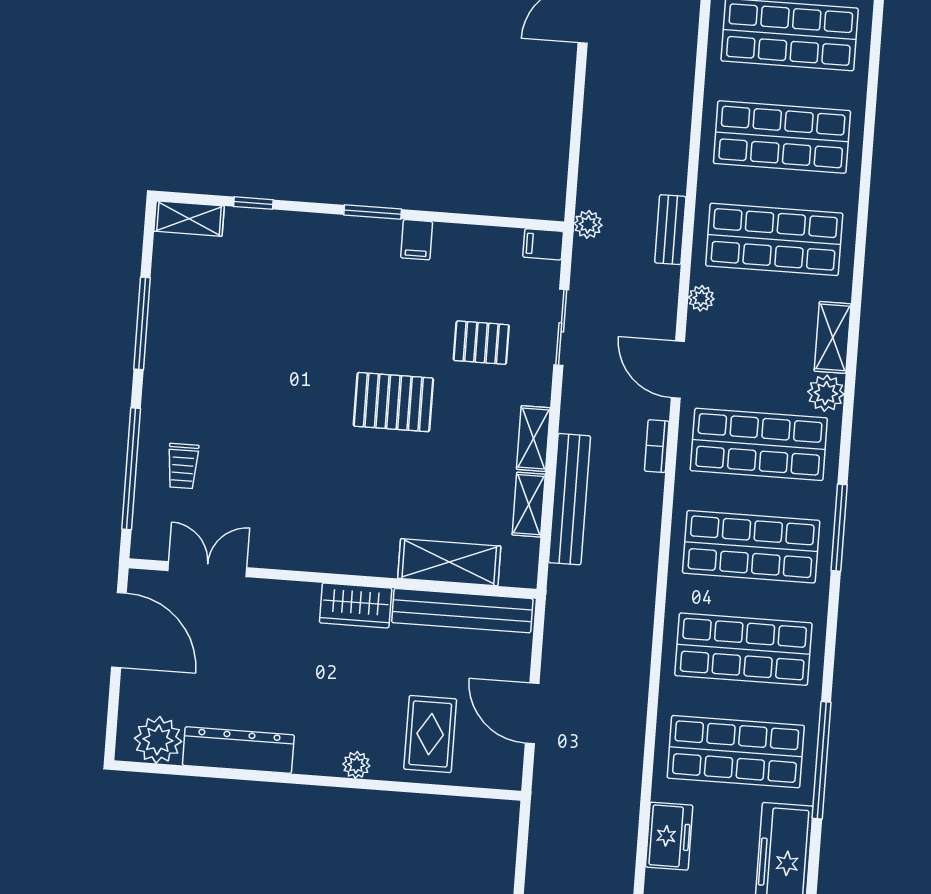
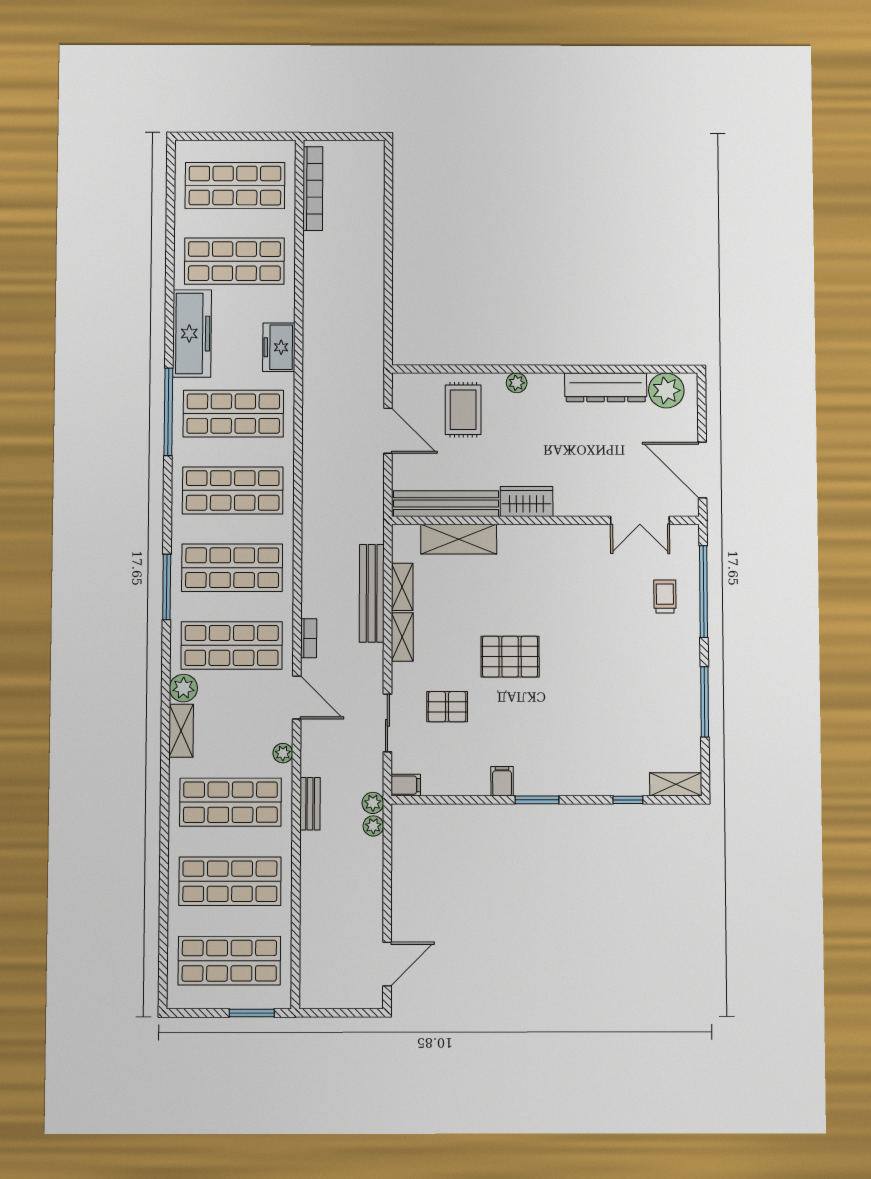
plant: (590, 194) -> (373, 826), added

